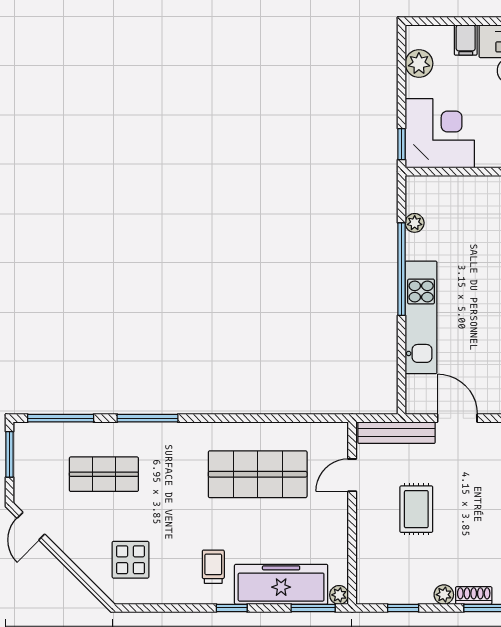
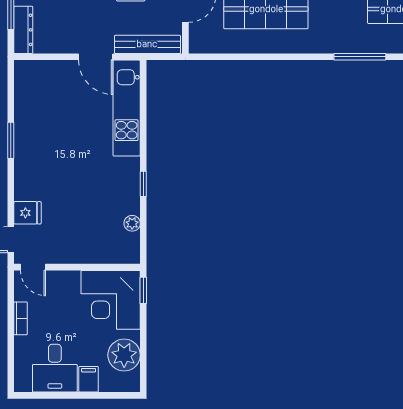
plant: (419, 63) -> (124, 355), width x1.36, depth x1.36
window: (401, 269) -> (143, 184), width x0.32
kitchen unit: (421, 317) -> (127, 108), moved

